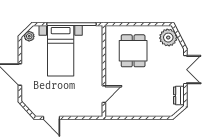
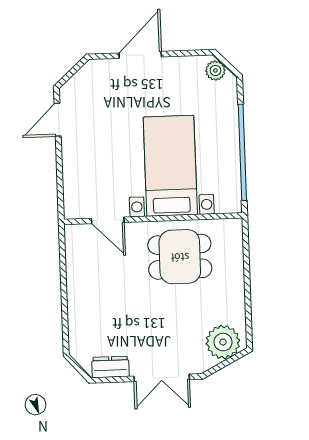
bed with nightstands: (61, 51) -> (170, 166), moved, turned 90
dining table: (133, 51) -> (180, 257), moved

